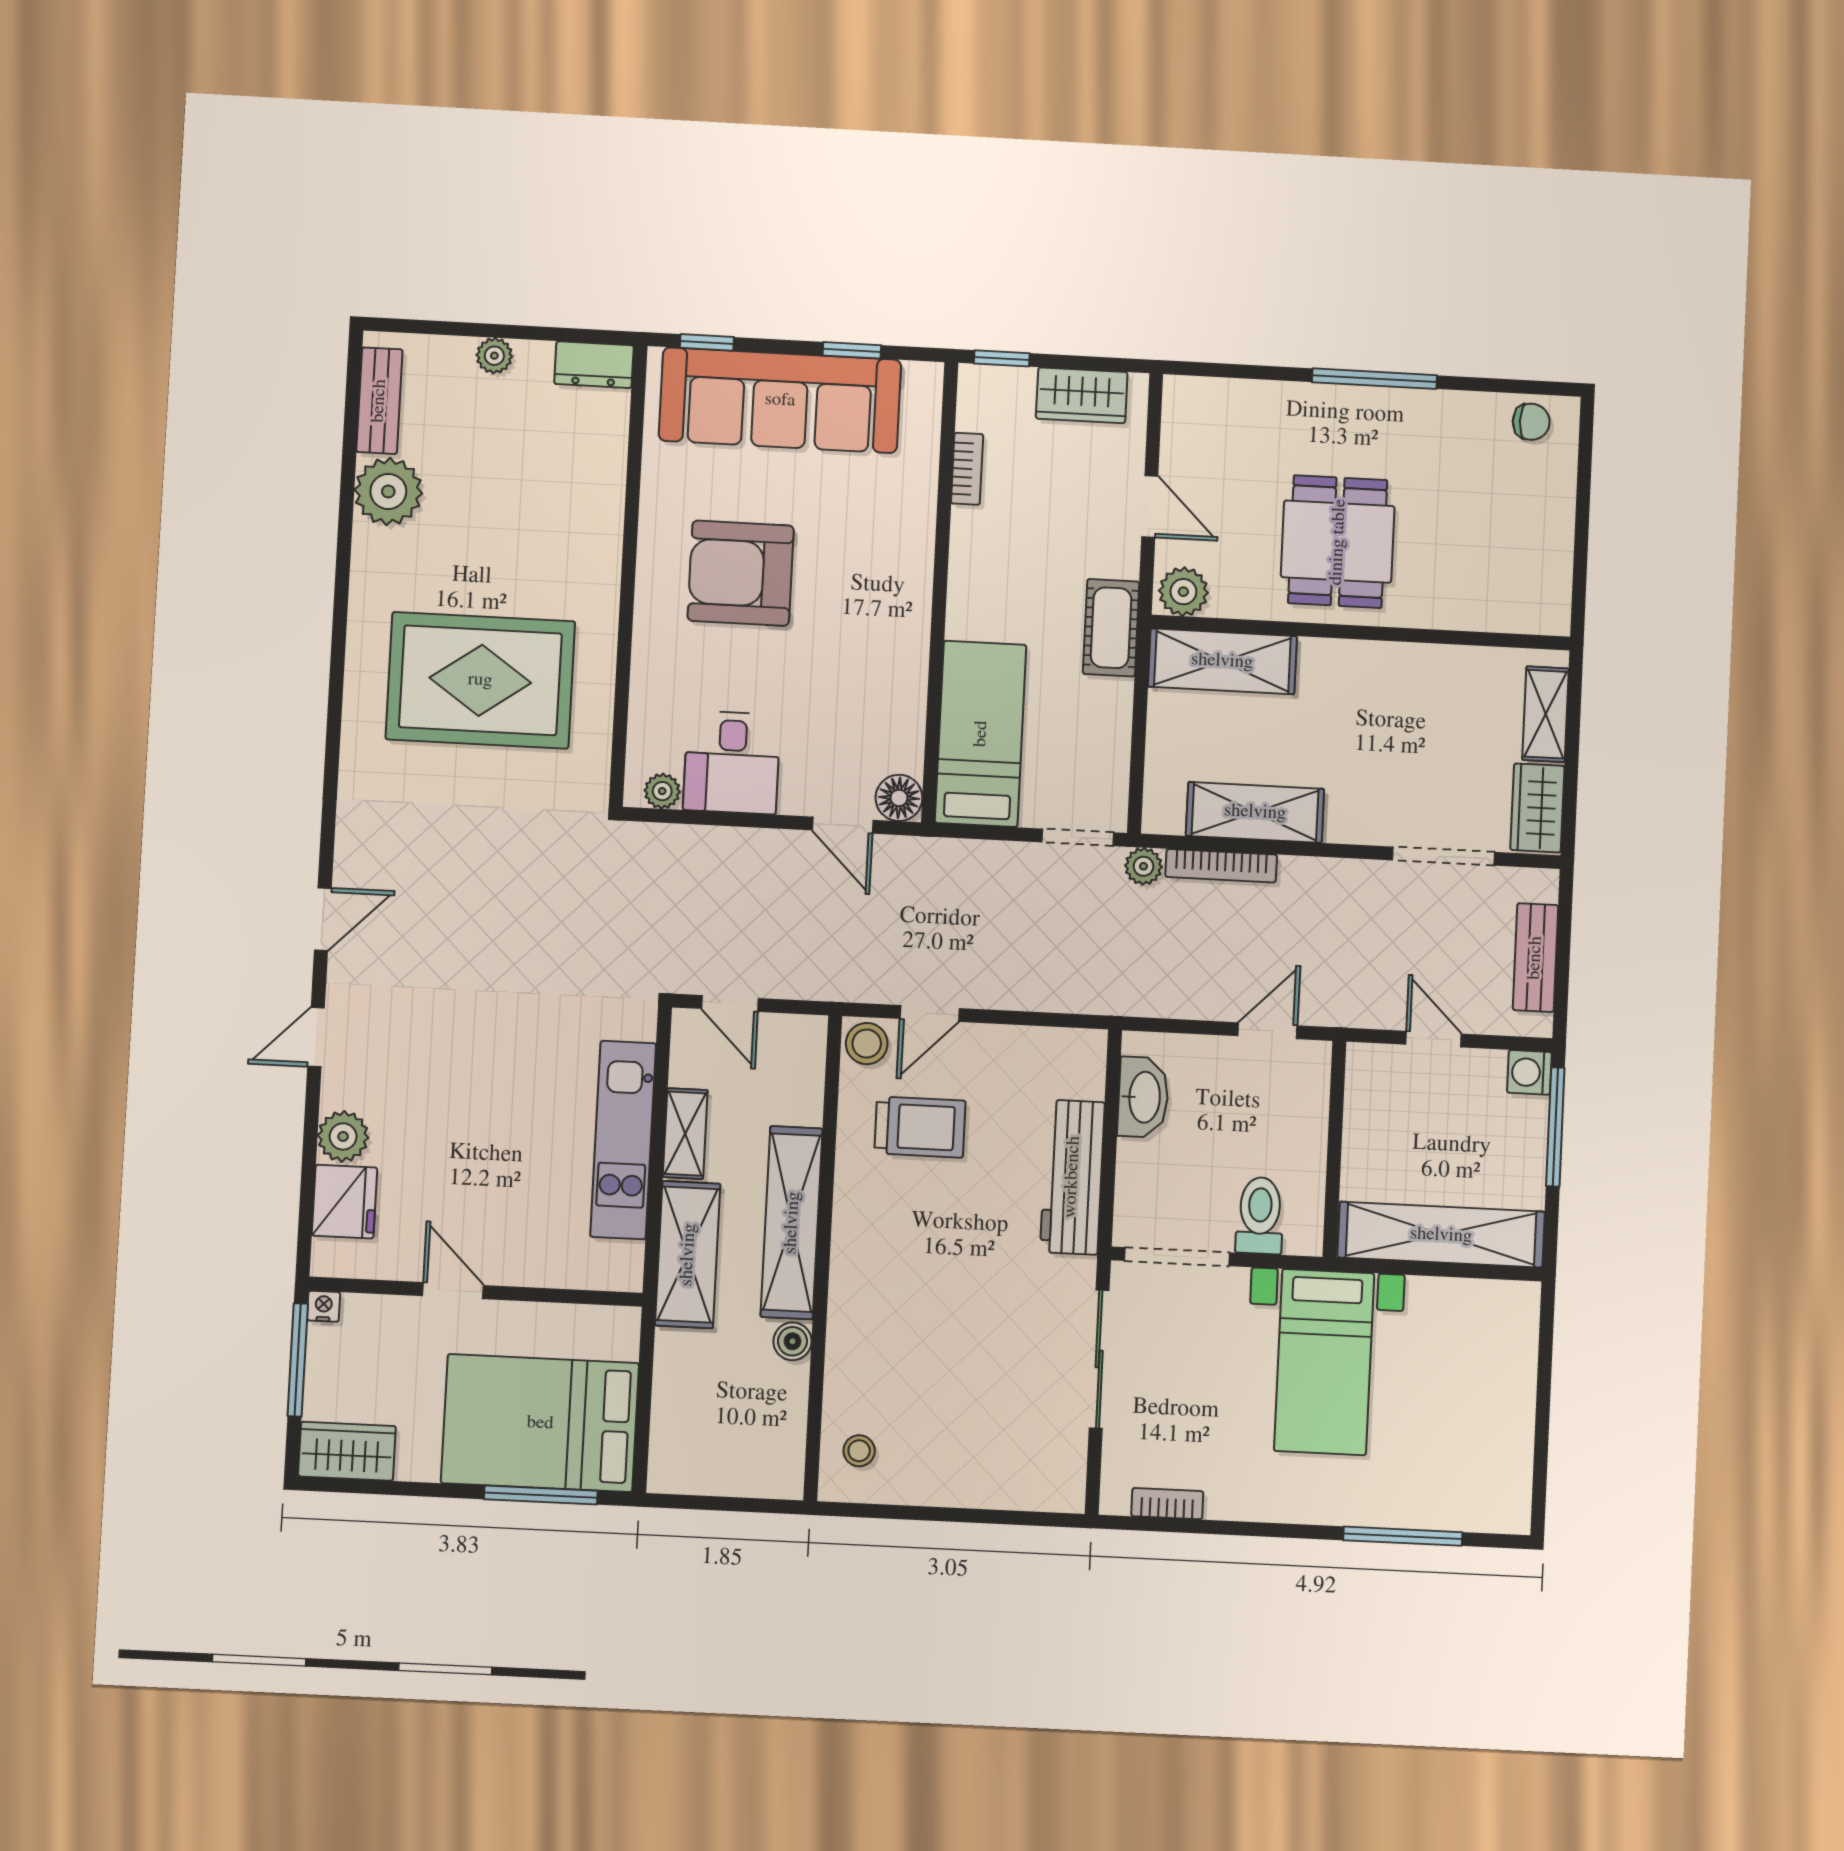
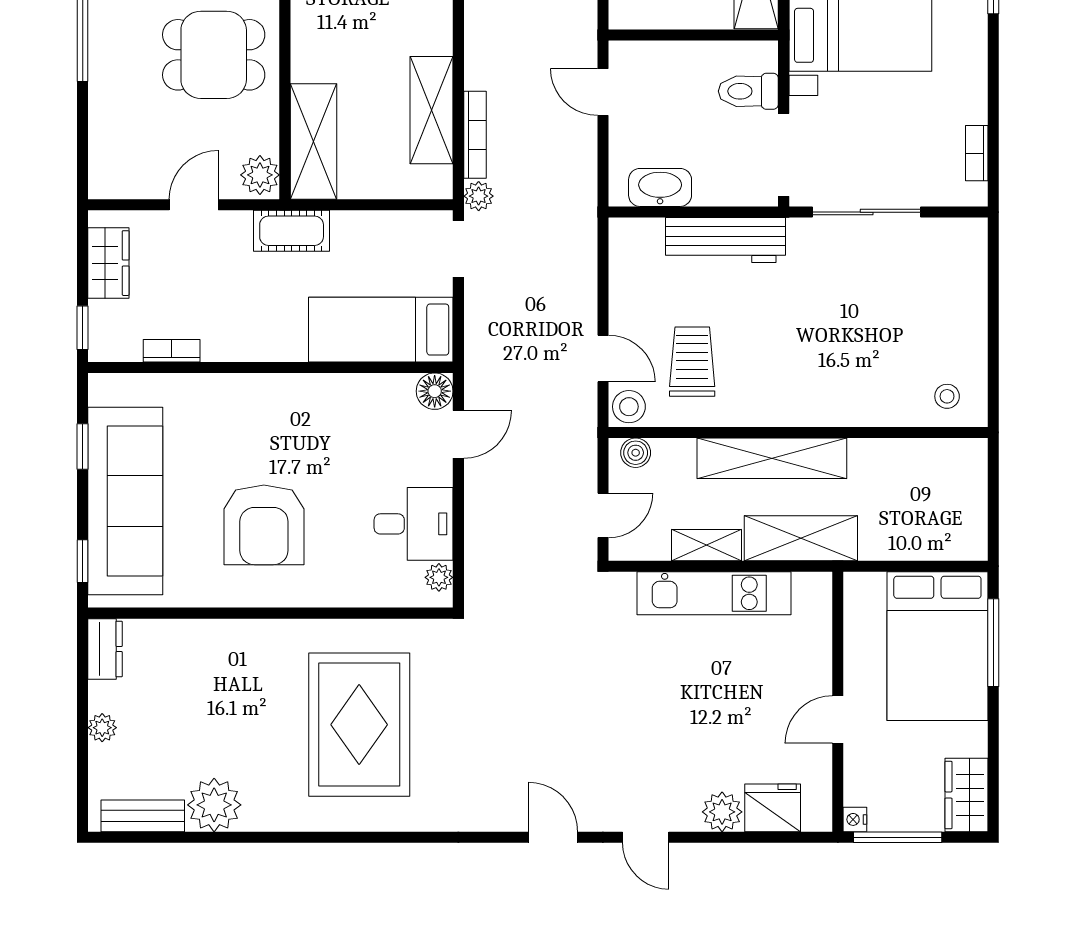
boiler: (792, 1341) -> (636, 453), moved

